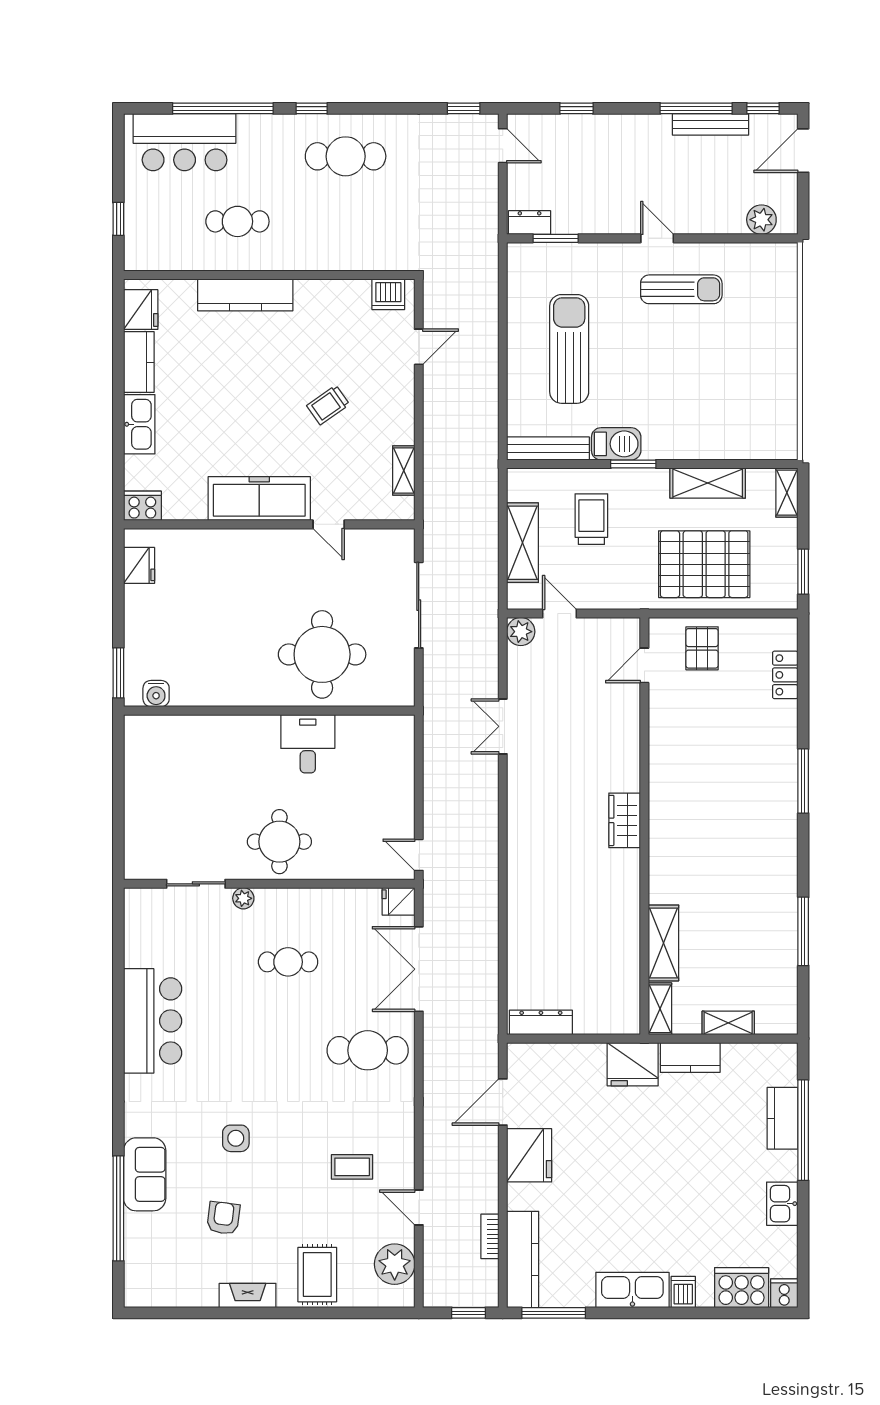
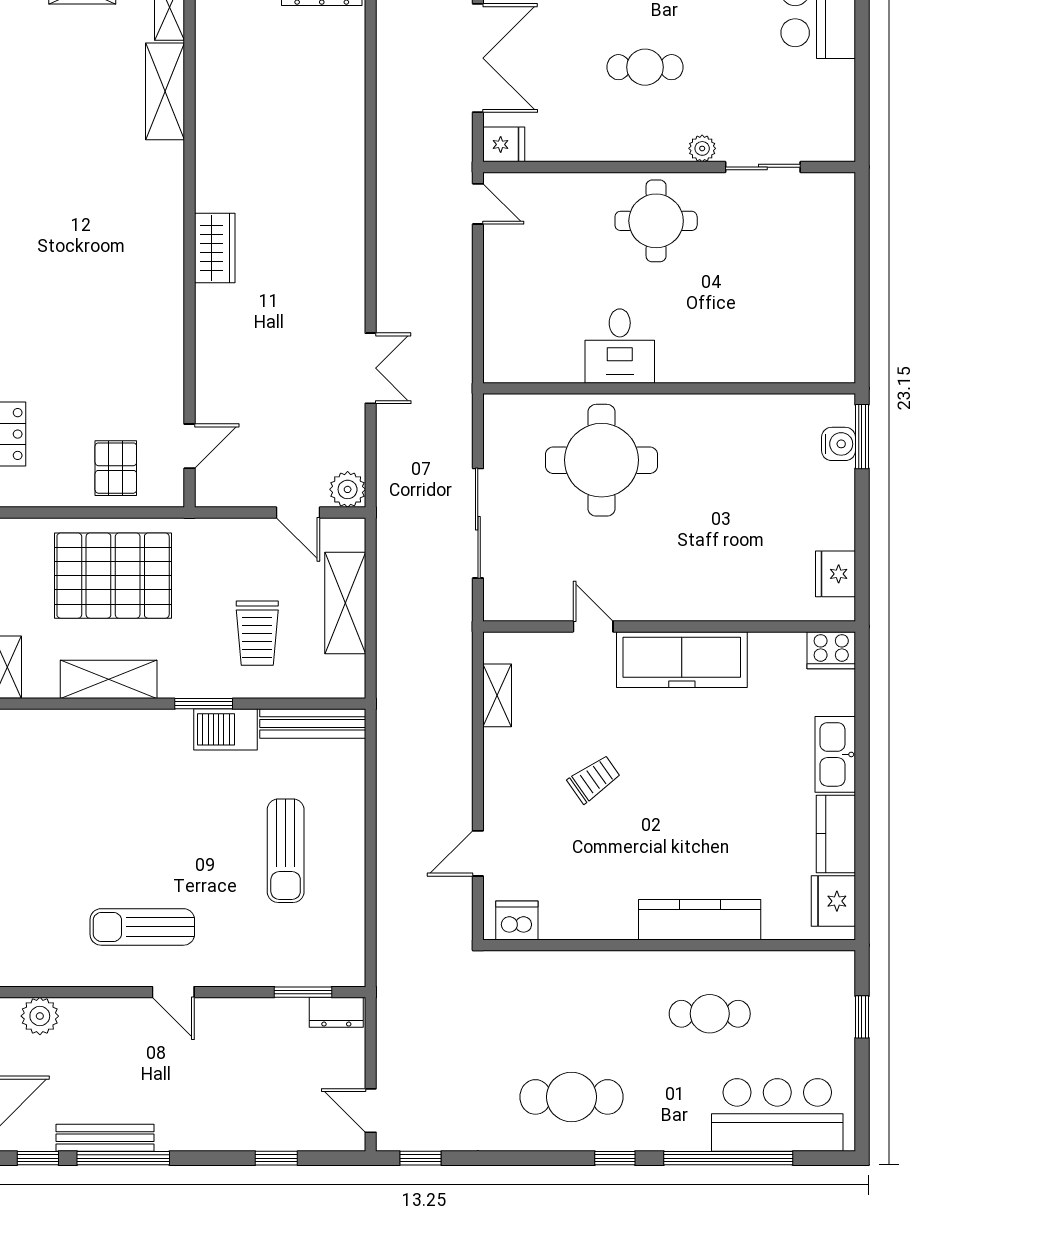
sun lounger: (569, 349) -> (286, 851), width x0.73, depth x0.75
water cooler: (156, 694) -> (838, 444), moved, turned 90

